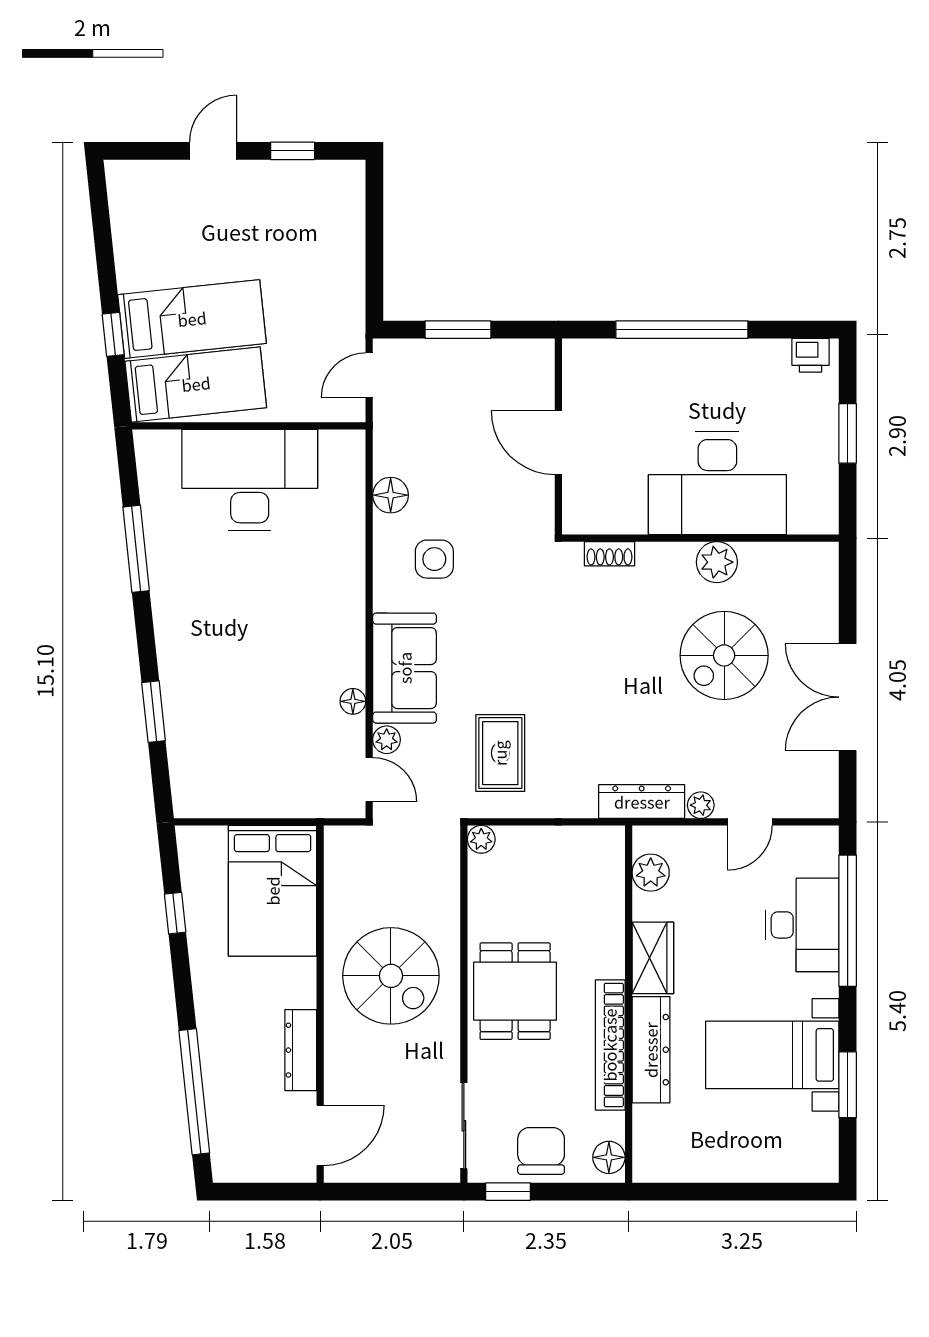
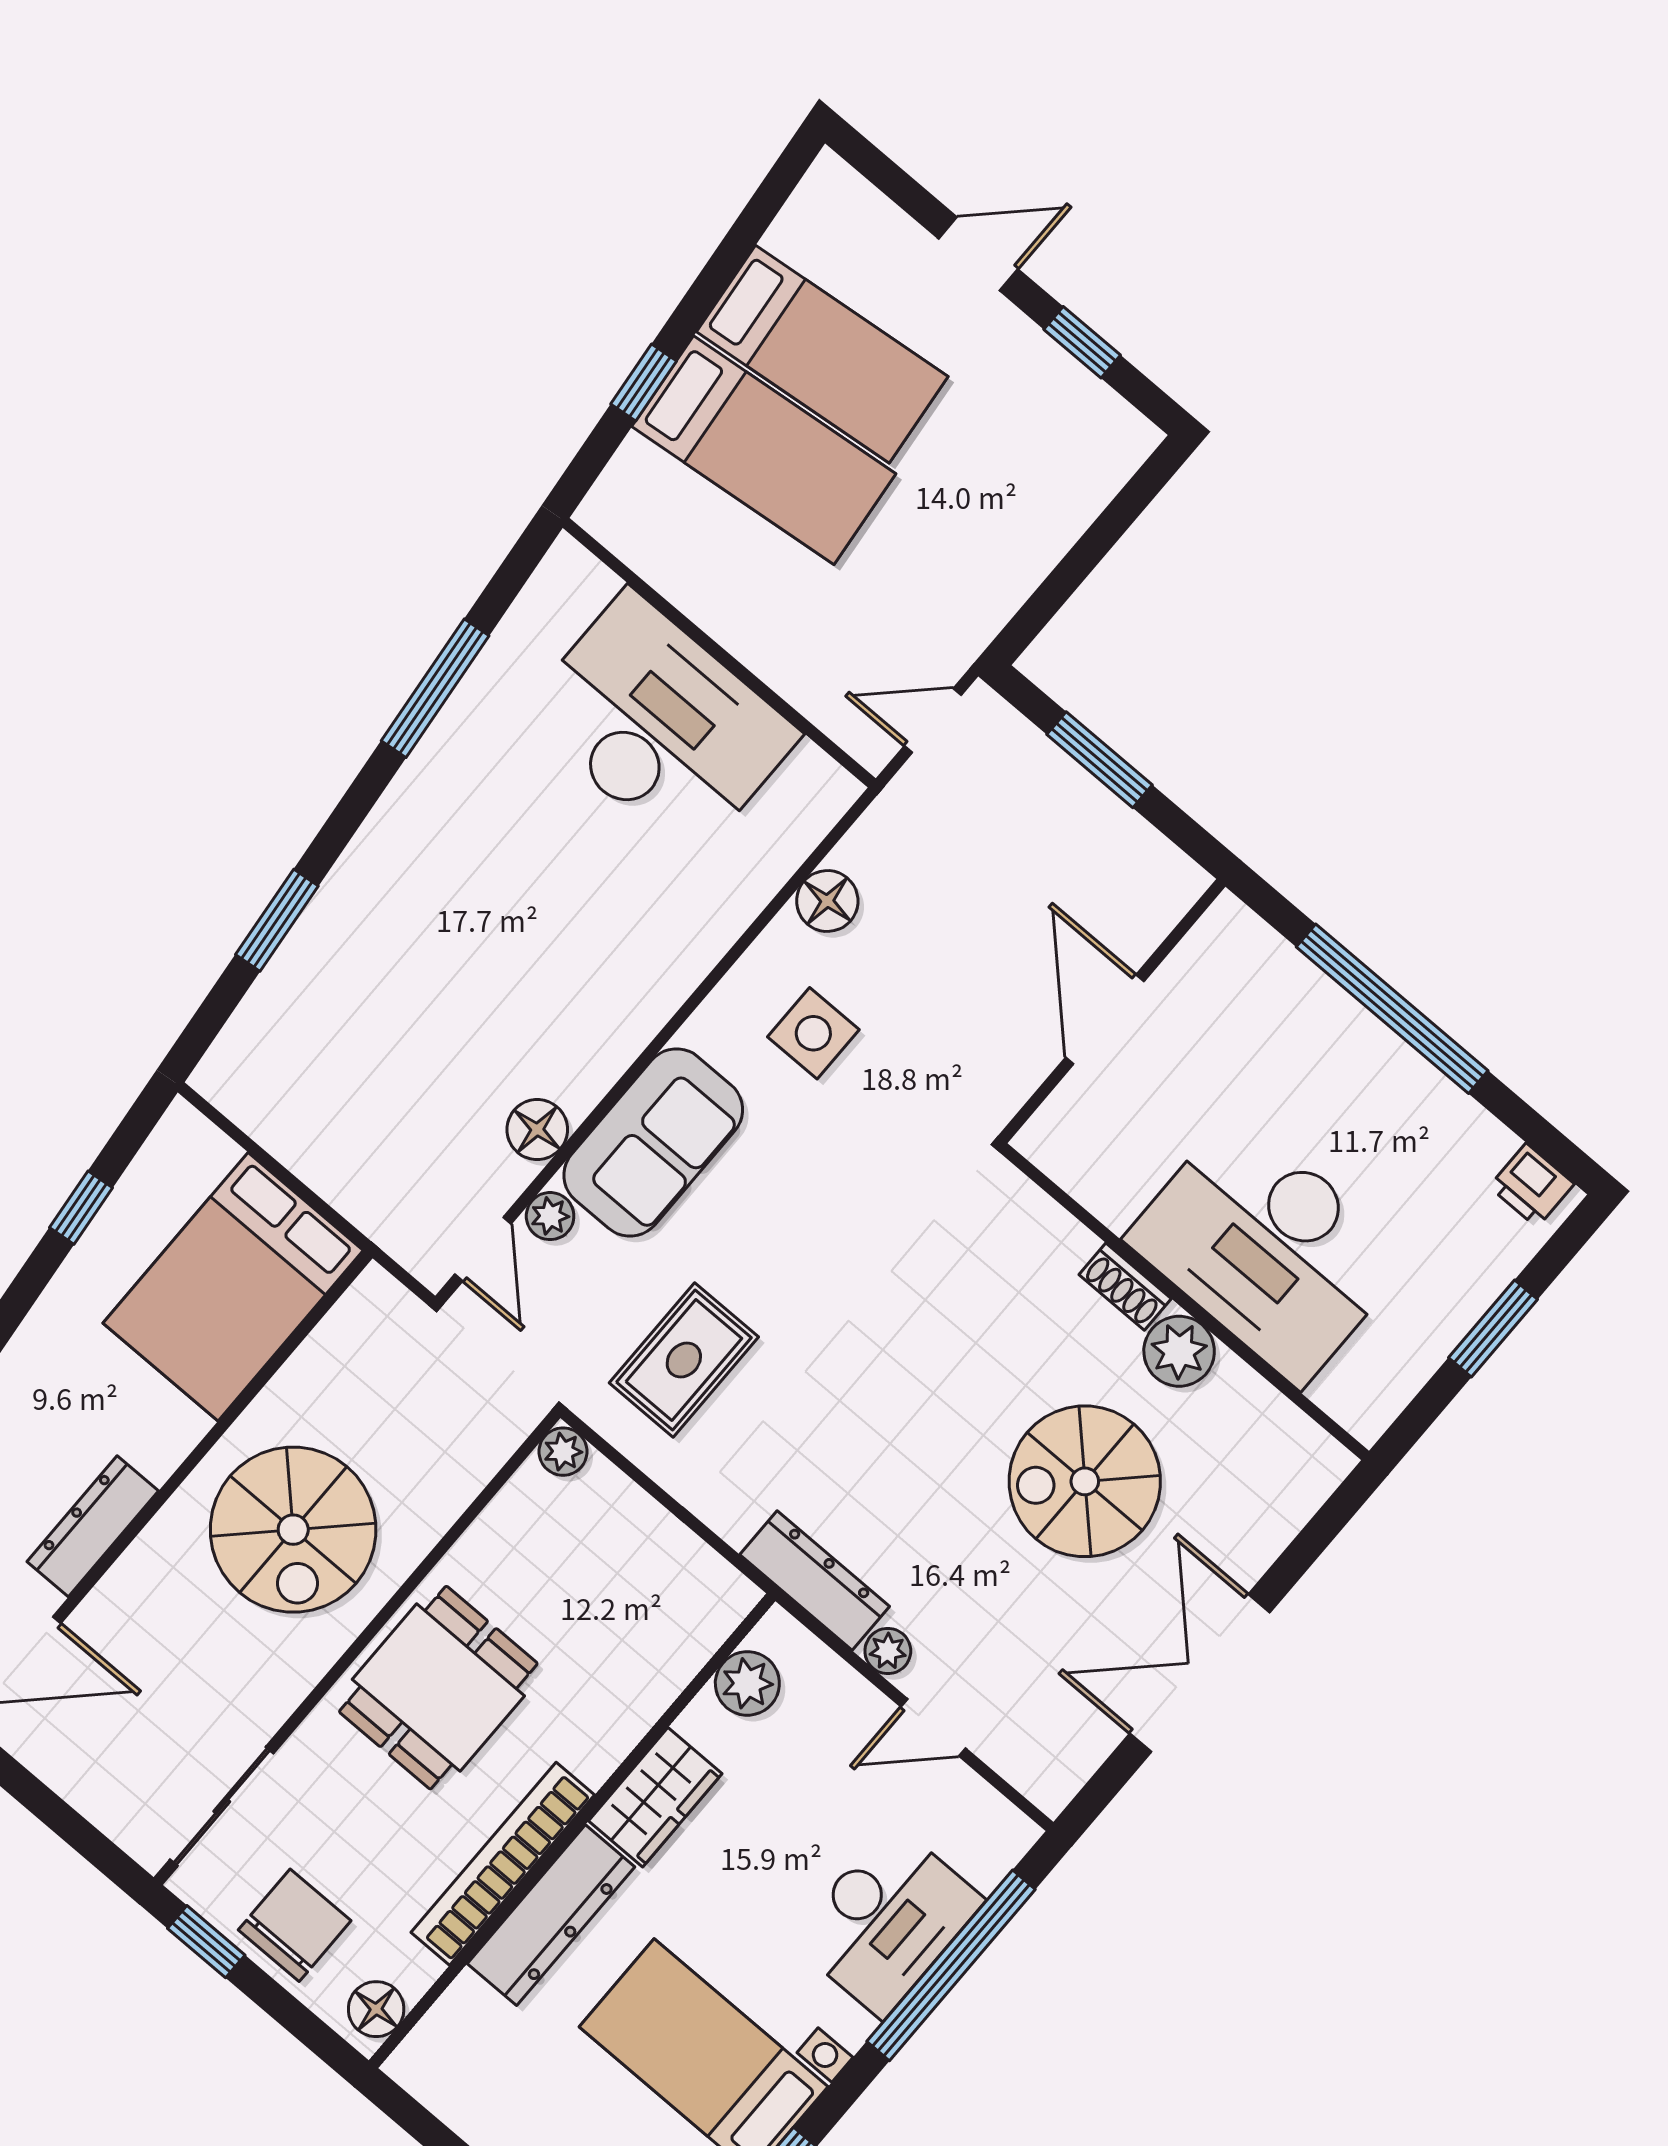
bed: (196, 384) -> (822, 354), moved
shoe rack: (609, 554) -> (1125, 1287), moved
floor lamp: (353, 701) -> (537, 1130), width x1.37, depth x1.37

